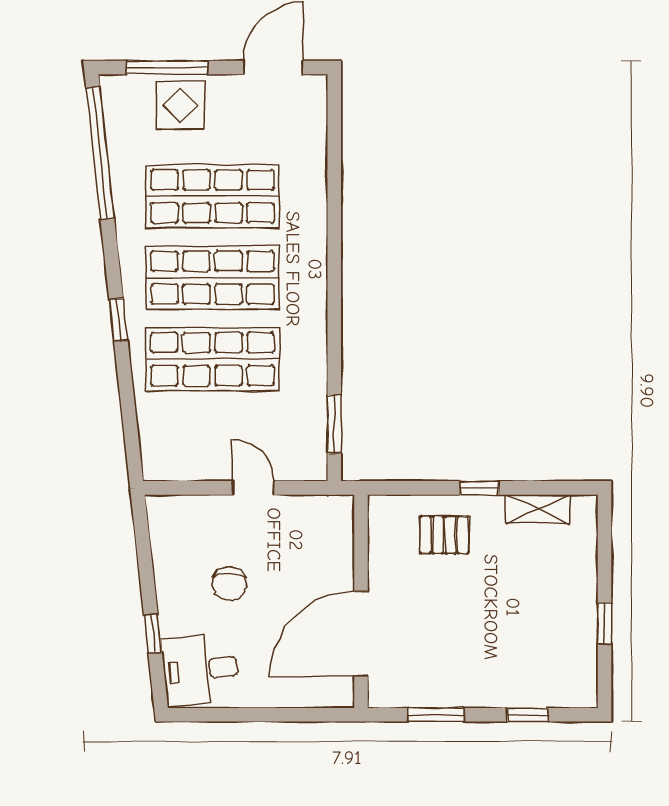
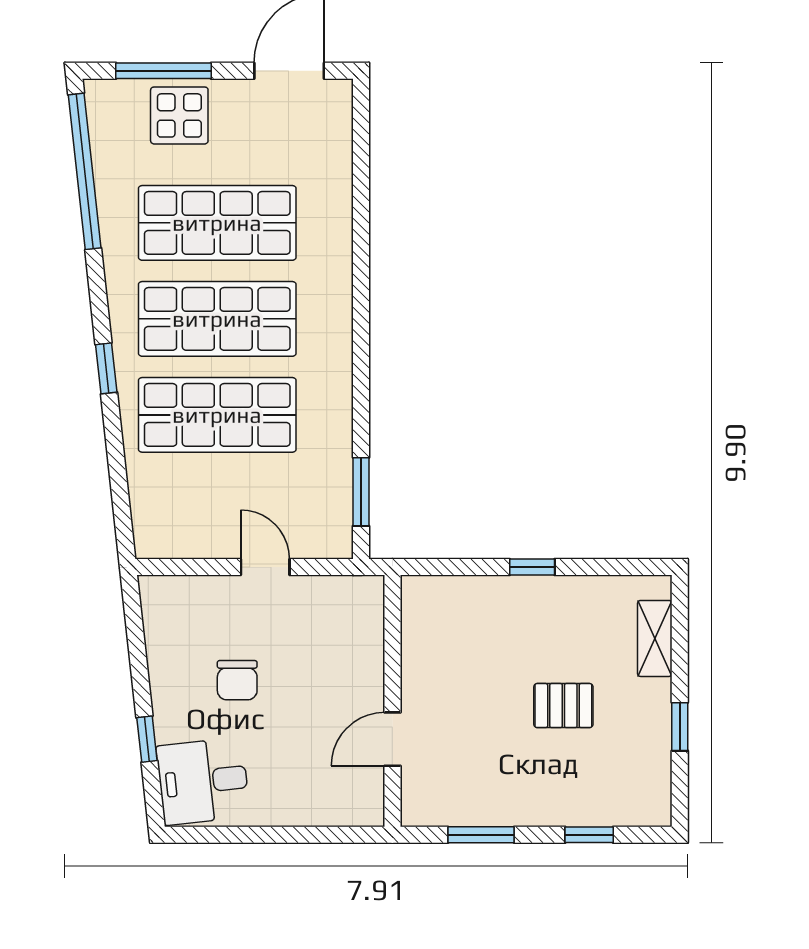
shelving: (538, 509) -> (655, 638), moved, turned 90
pallet: (444, 535) -> (563, 706), moved
door: (361, 634) -> (392, 739), width x0.53

